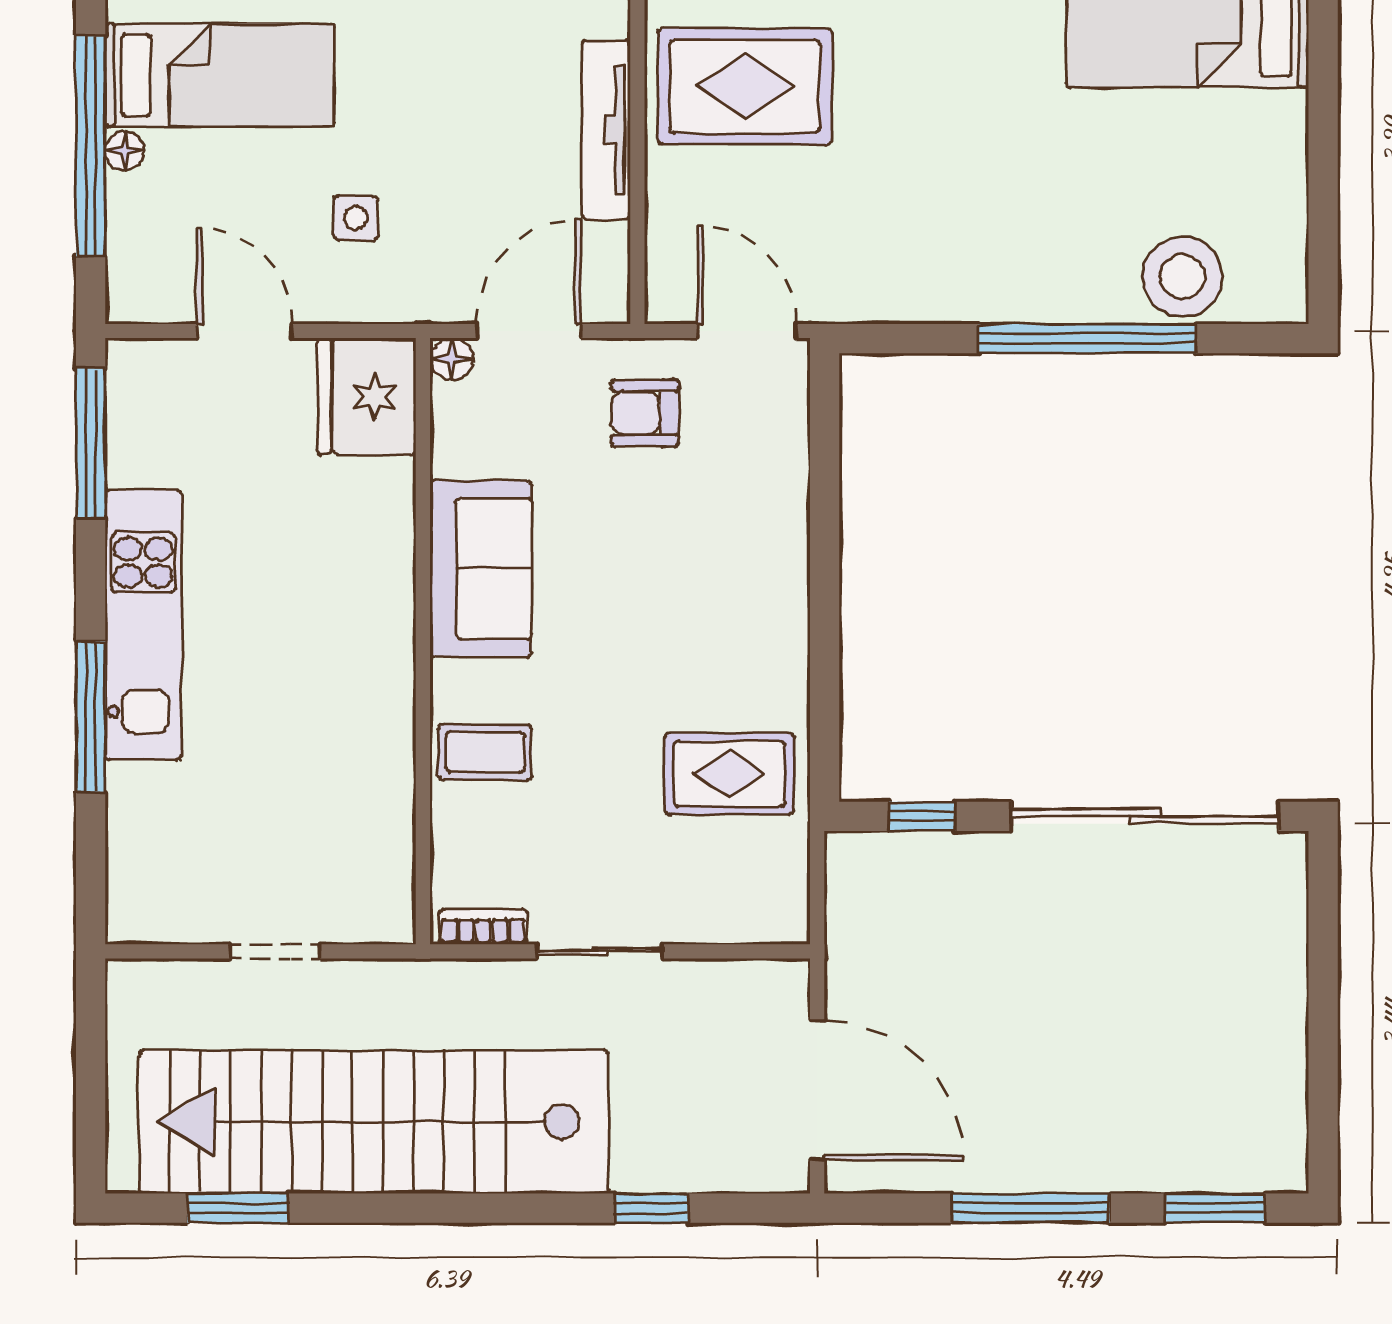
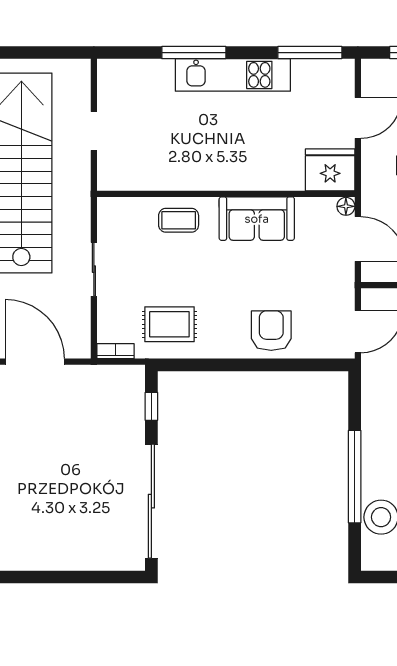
armchair: (645, 413) -> (271, 331), moved, width x1.38, depth x1.38
coffee table: (485, 752) -> (179, 220), turned 90
rug: (729, 774) -> (169, 324), turned 90
bookcase: (483, 927) -> (116, 351), moved, turned -90
door: (817, 1090) -> (35, 362), swing flipped

